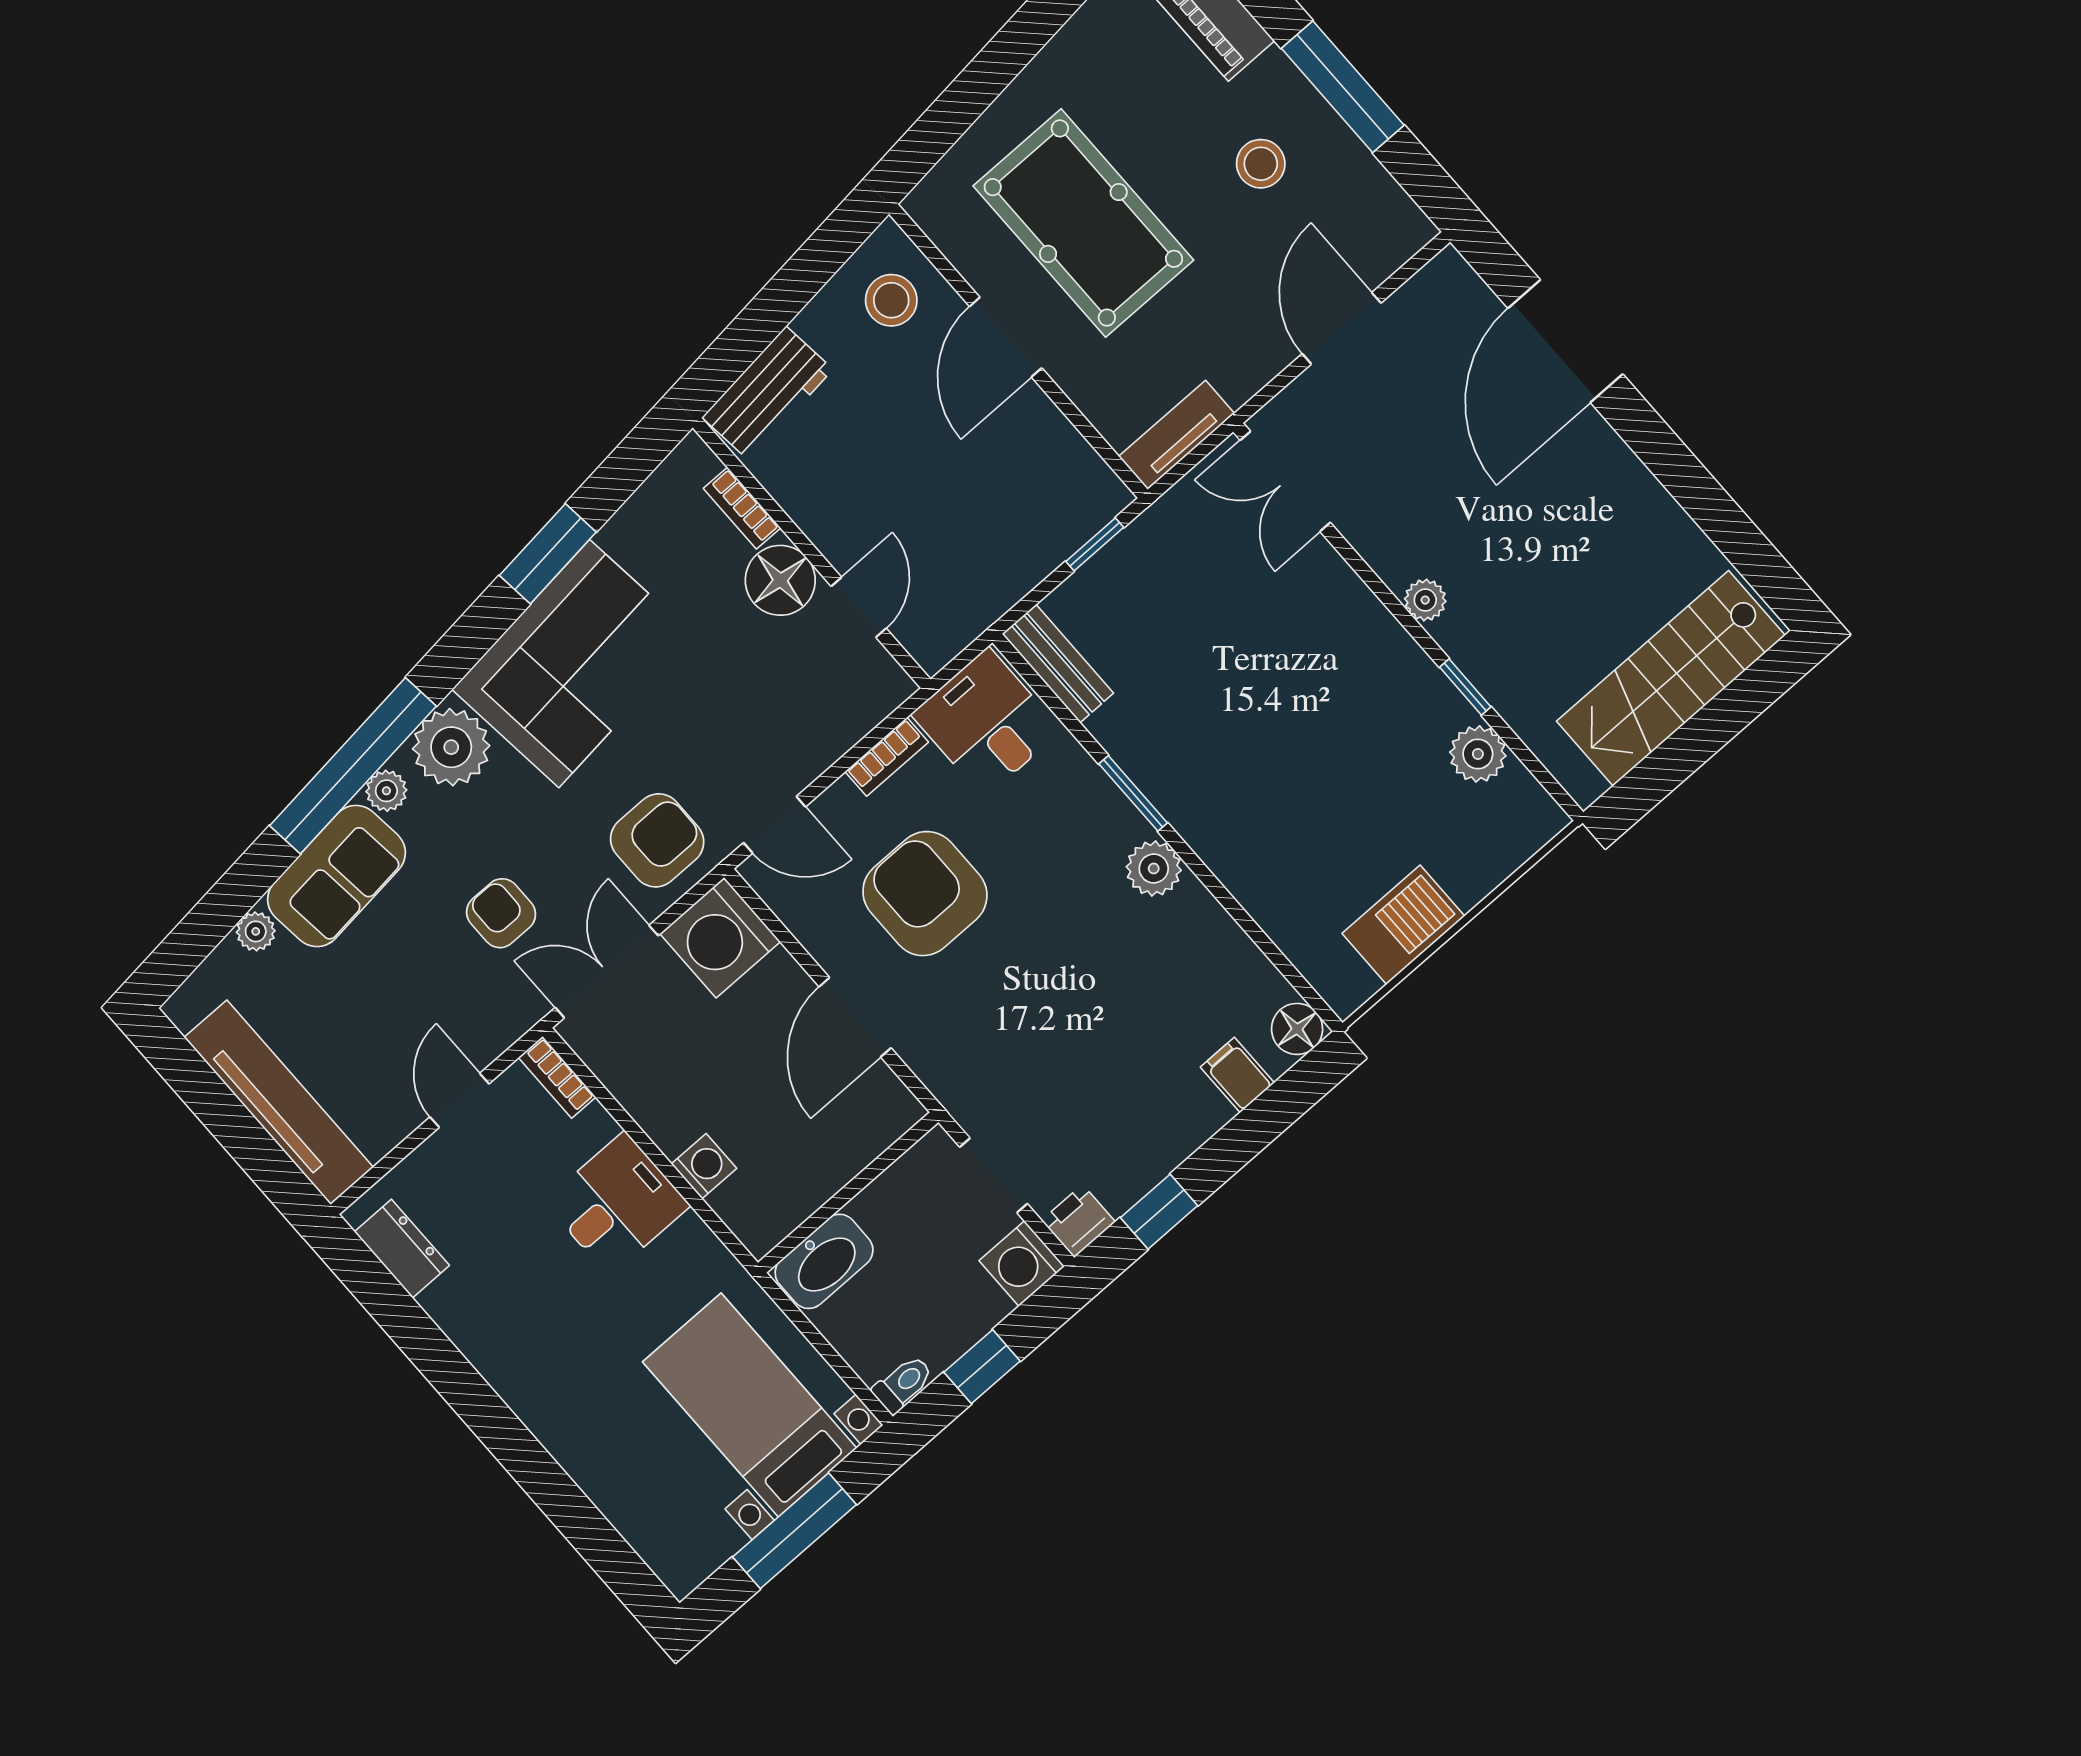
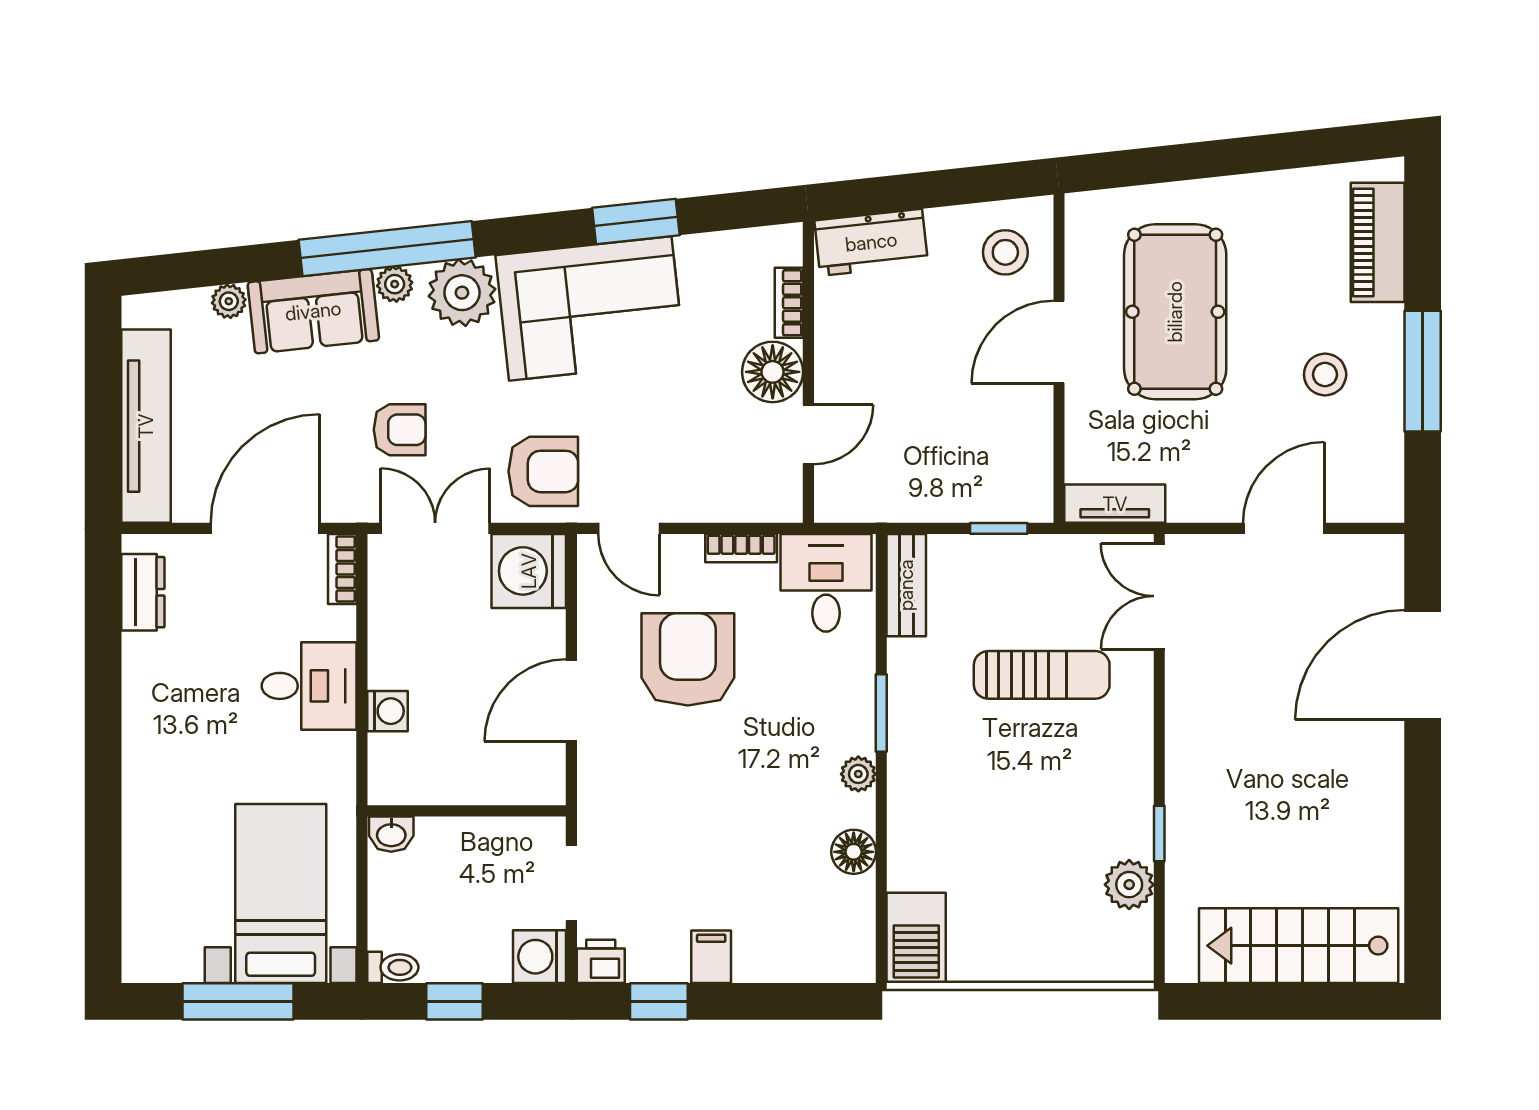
plant: (1425, 600) -> (1183, 754), removed
sun lounger: (1243, 639) -> (1042, 675), added
plant: (1154, 868) -> (858, 774), width x0.73, depth x0.73
armchair: (501, 913) -> (400, 430), turned 90
barbecue: (1403, 925) -> (916, 938), moved, turned 90
floor lamp: (1297, 1029) -> (854, 852), moved
filing cabinet: (1237, 1075) -> (711, 957), moved
door: (460, 1100) -> (265, 528), width x1.88
washbasin: (824, 1261) -> (391, 834), width x0.52, depth x0.69

